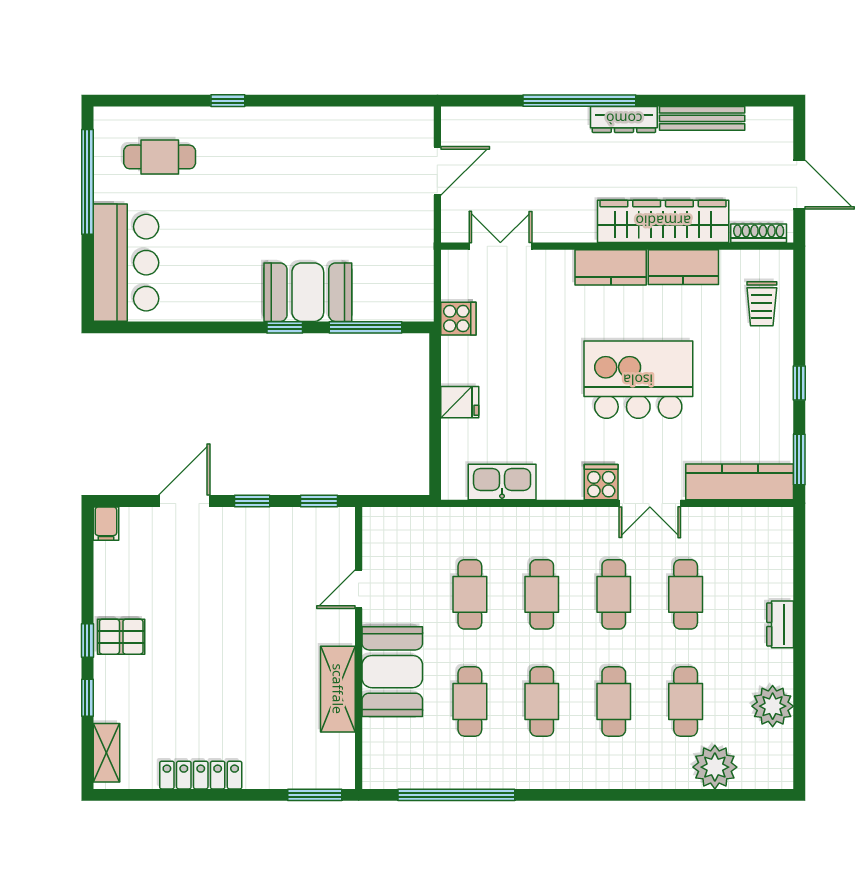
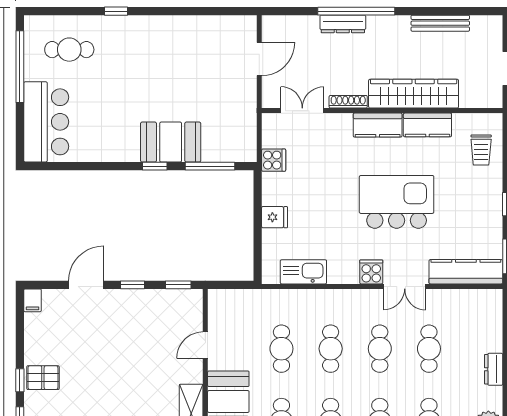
dresser: (624, 119) -> (343, 24), moved
shoe rack: (759, 233) -> (348, 102), moved

